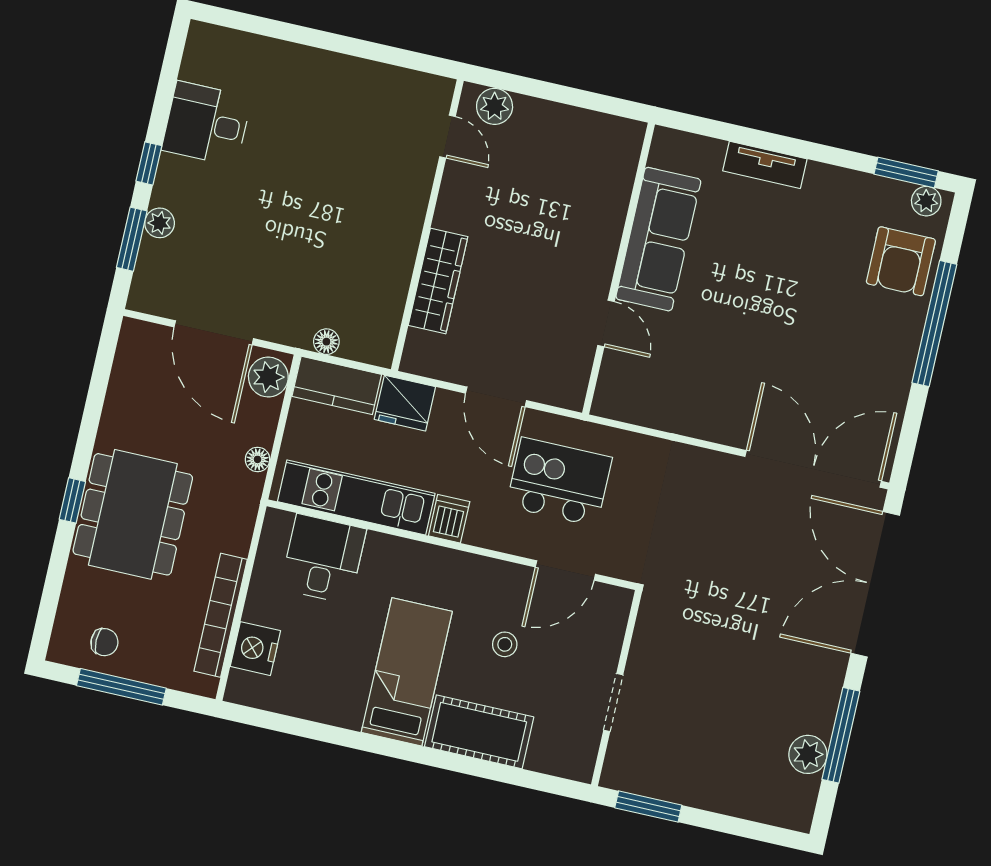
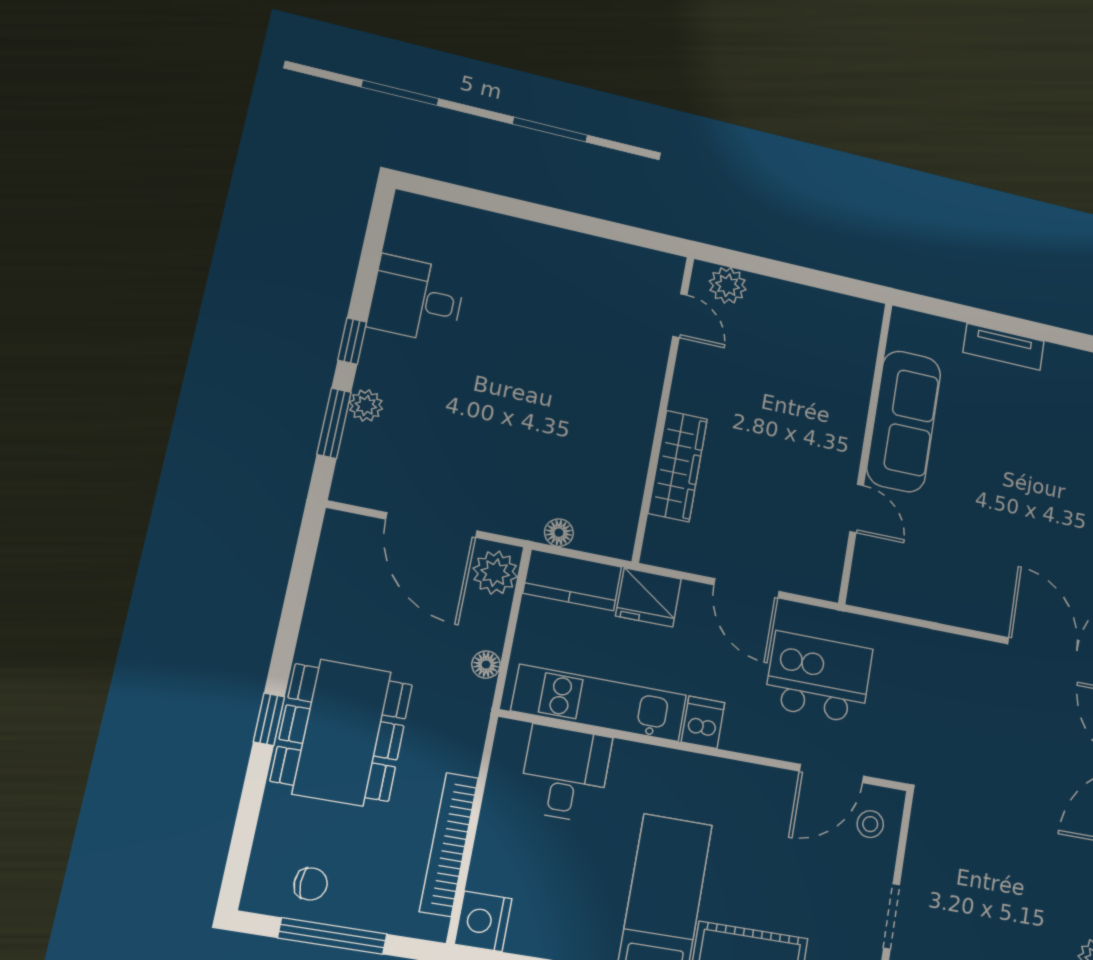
stool: (505, 644) -> (870, 824), moved
nightstand: (255, 649) -> (483, 921), moved

